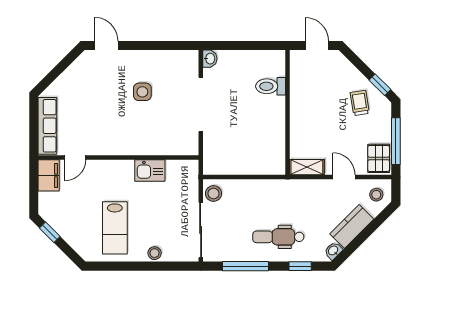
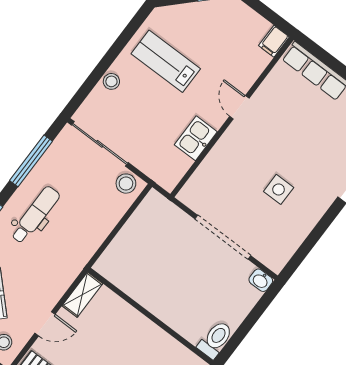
toilet: (271, 86) -> (215, 339), moved
door: (75, 158) -> (239, 107), moved
filing cabinet: (49, 175) -> (274, 41), width x0.50

